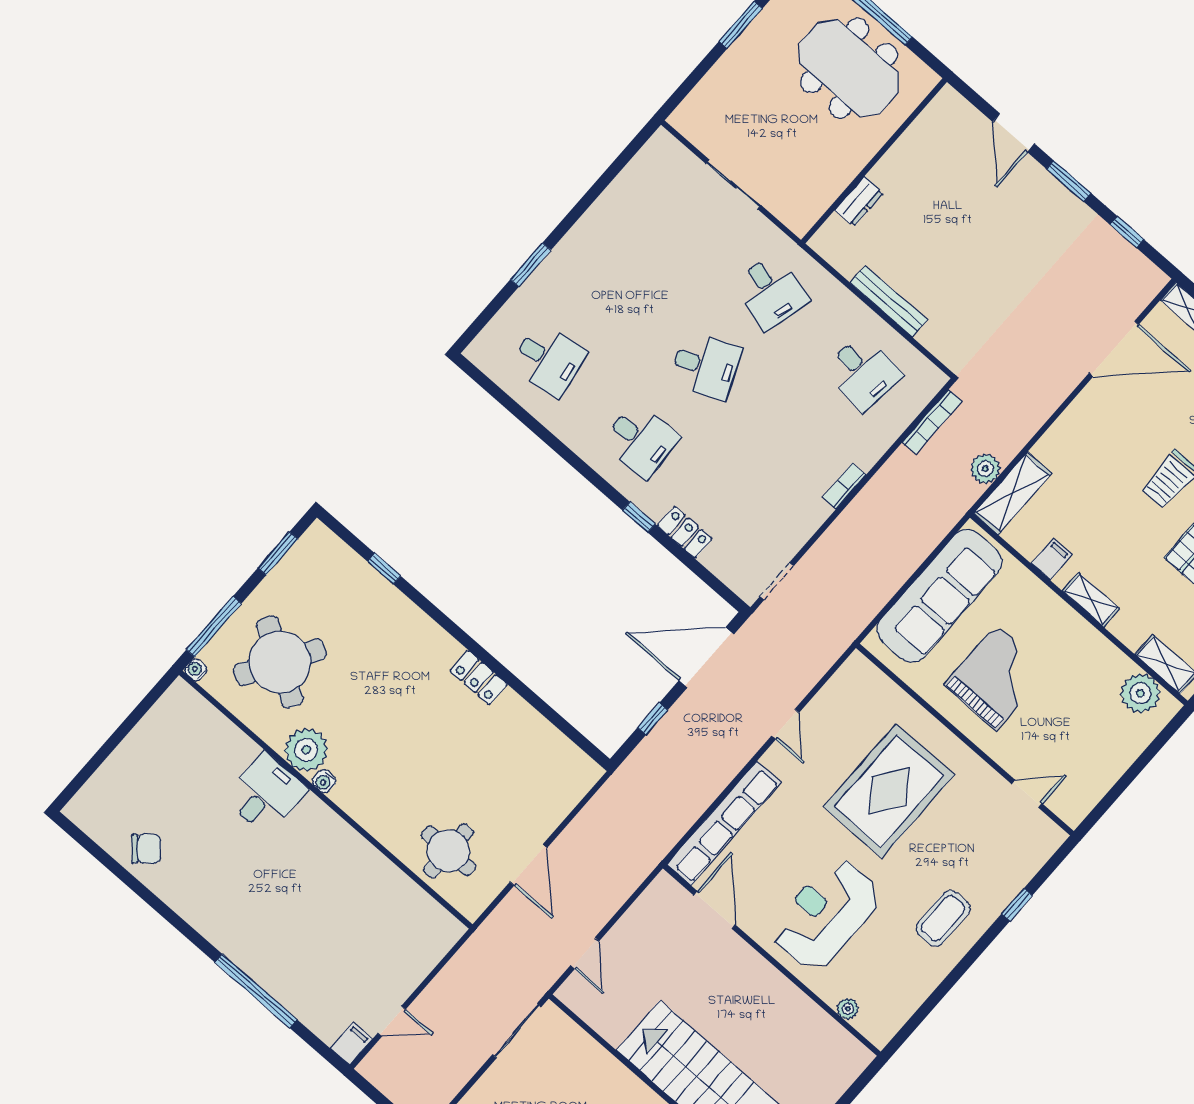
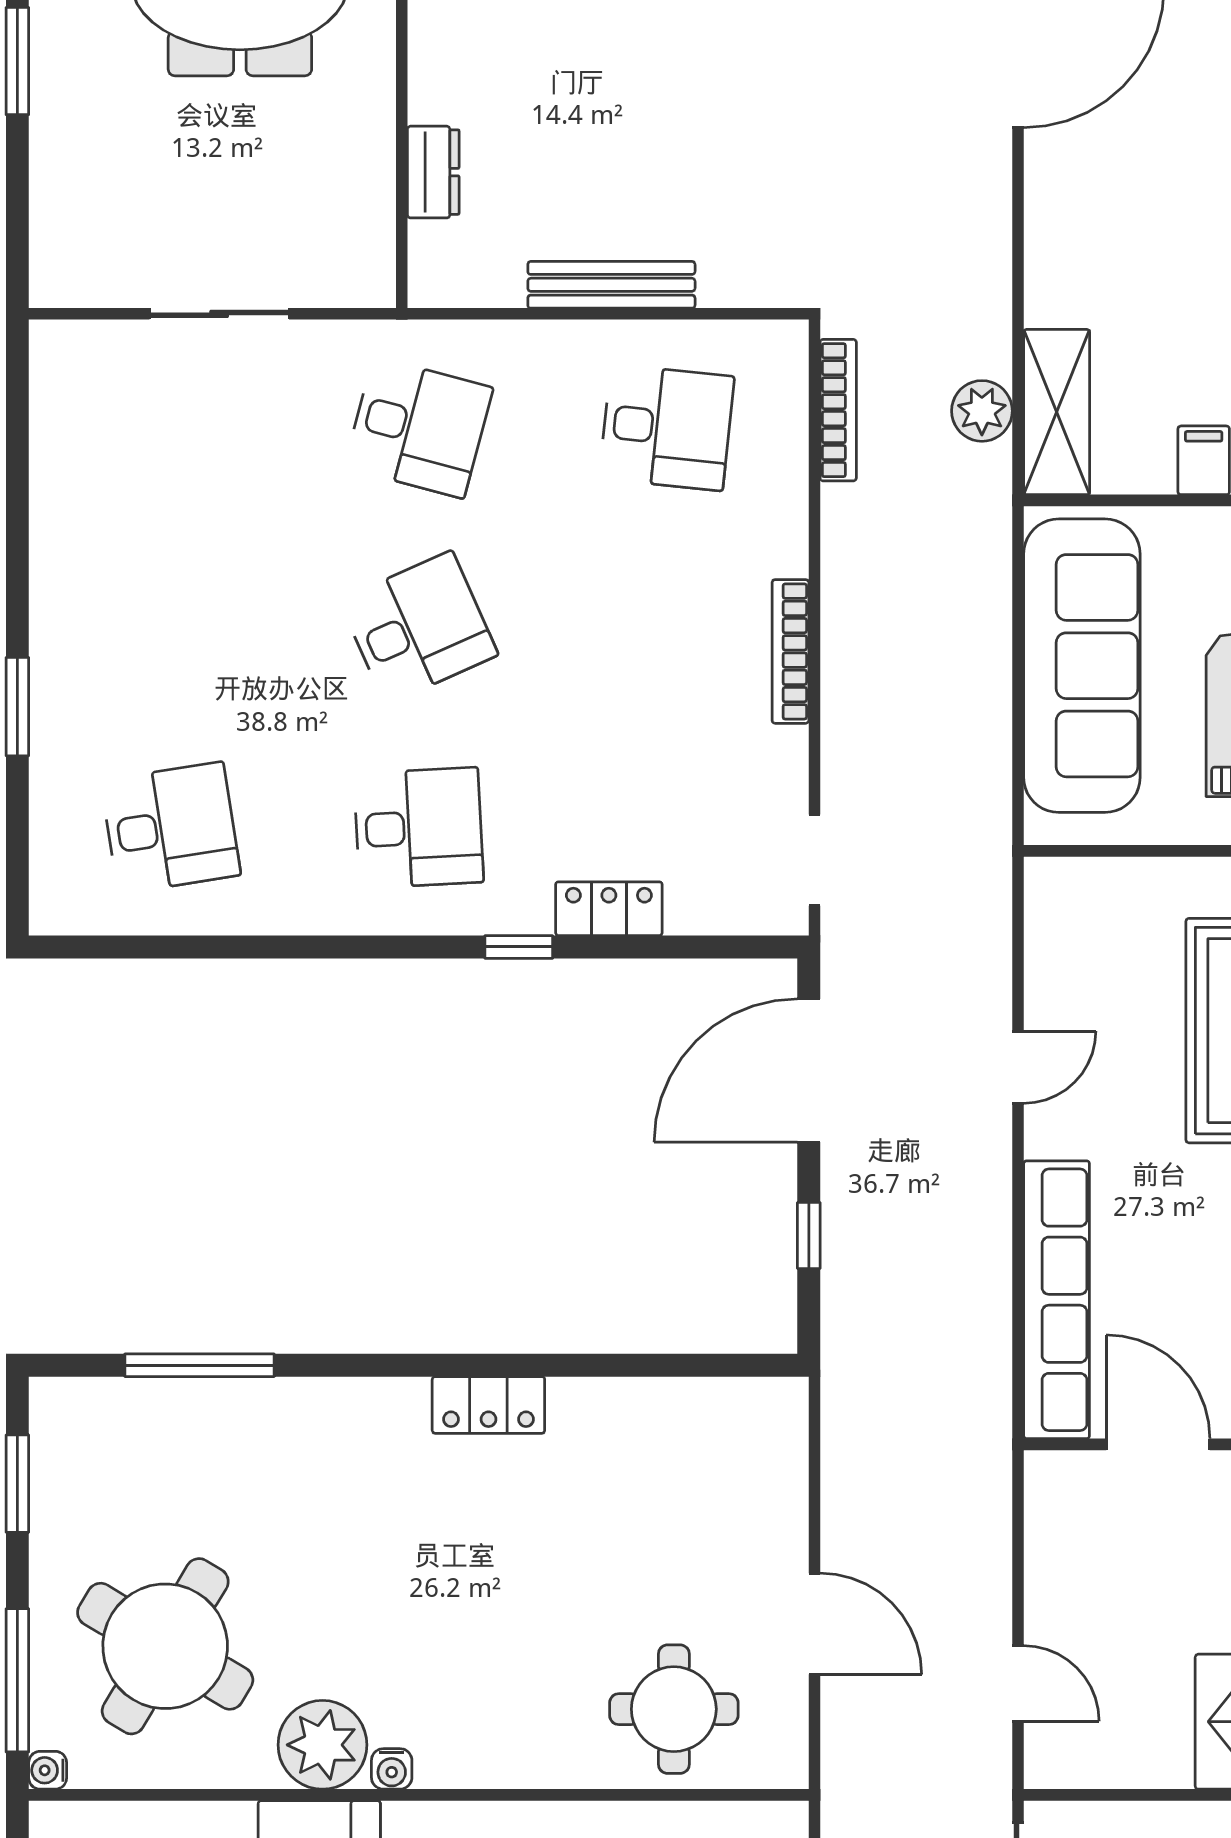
bookcase: (844, 486) -> (790, 651), width x1.56
window: (384, 569) -> (200, 1365), width x2.17
door: (785, 724) -> (1018, 1067), hinge flipped

